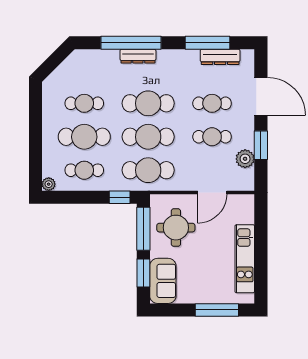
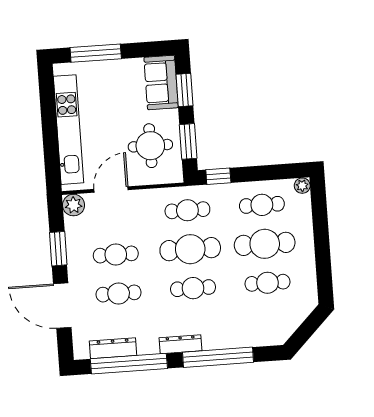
window: (208, 43) -> (129, 364), width x1.46
dresser: (138, 56) -> (181, 344), moved
cafe table: (148, 103) -> (193, 288), width x0.73, depth x0.74
plant: (245, 159) -> (74, 205), moved
cafe table: (148, 170) -> (187, 210), width x0.73, depth x0.74
window: (143, 229) -> (188, 141), width x0.69
kitchen unit: (245, 259) -> (68, 130), width x1.36

